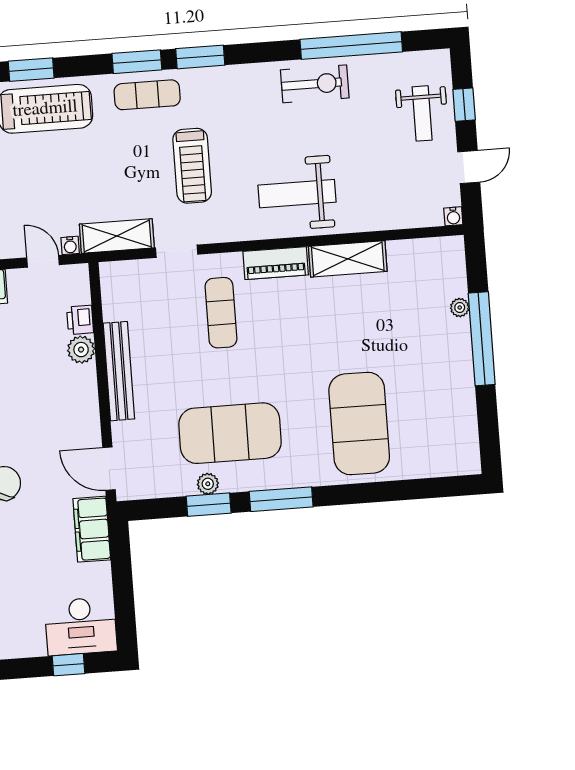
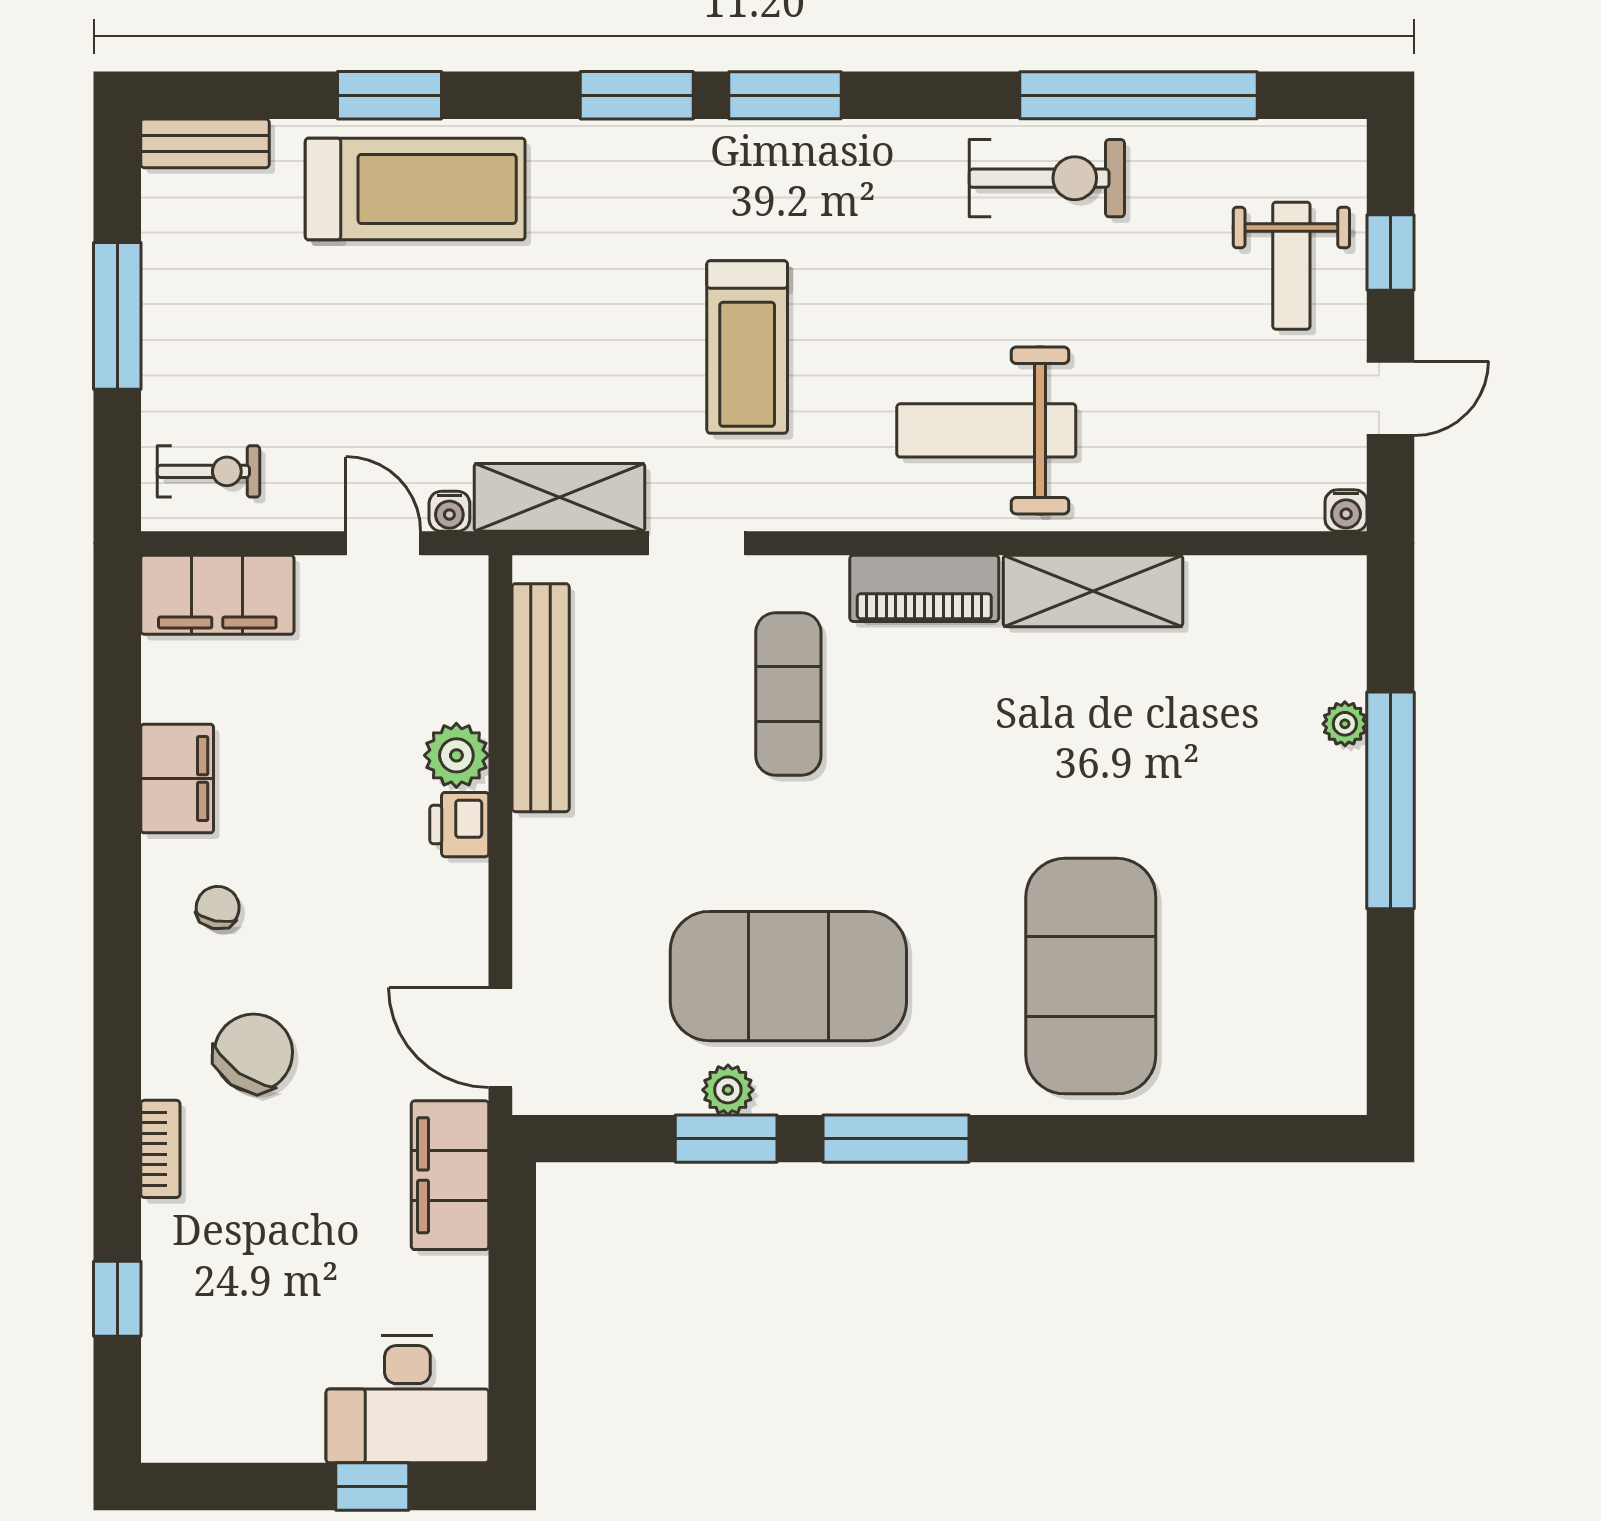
exercise mat: (147, 95) -> (655, 174), removed
printer: (80, 320) -> (459, 825), moved
bench: (119, 371) -> (541, 698), moved

